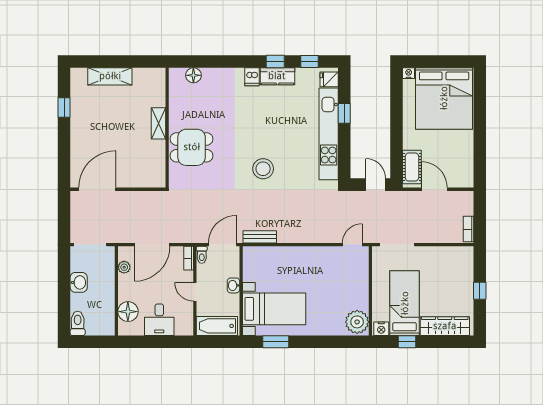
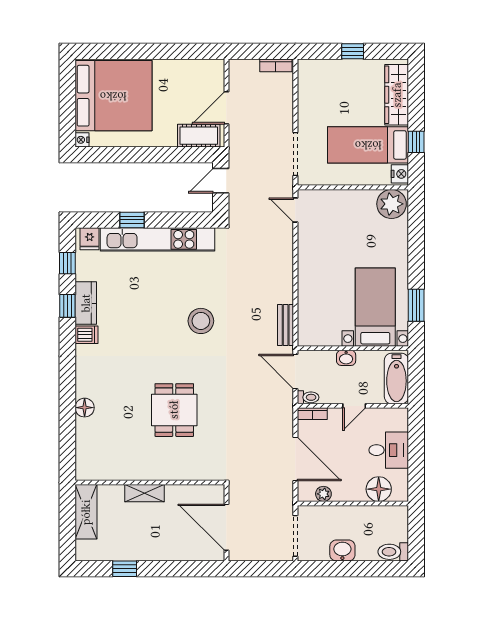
shelving: (159, 123) -> (145, 493), moved
wall: (167, 128) -> (150, 482), moved

